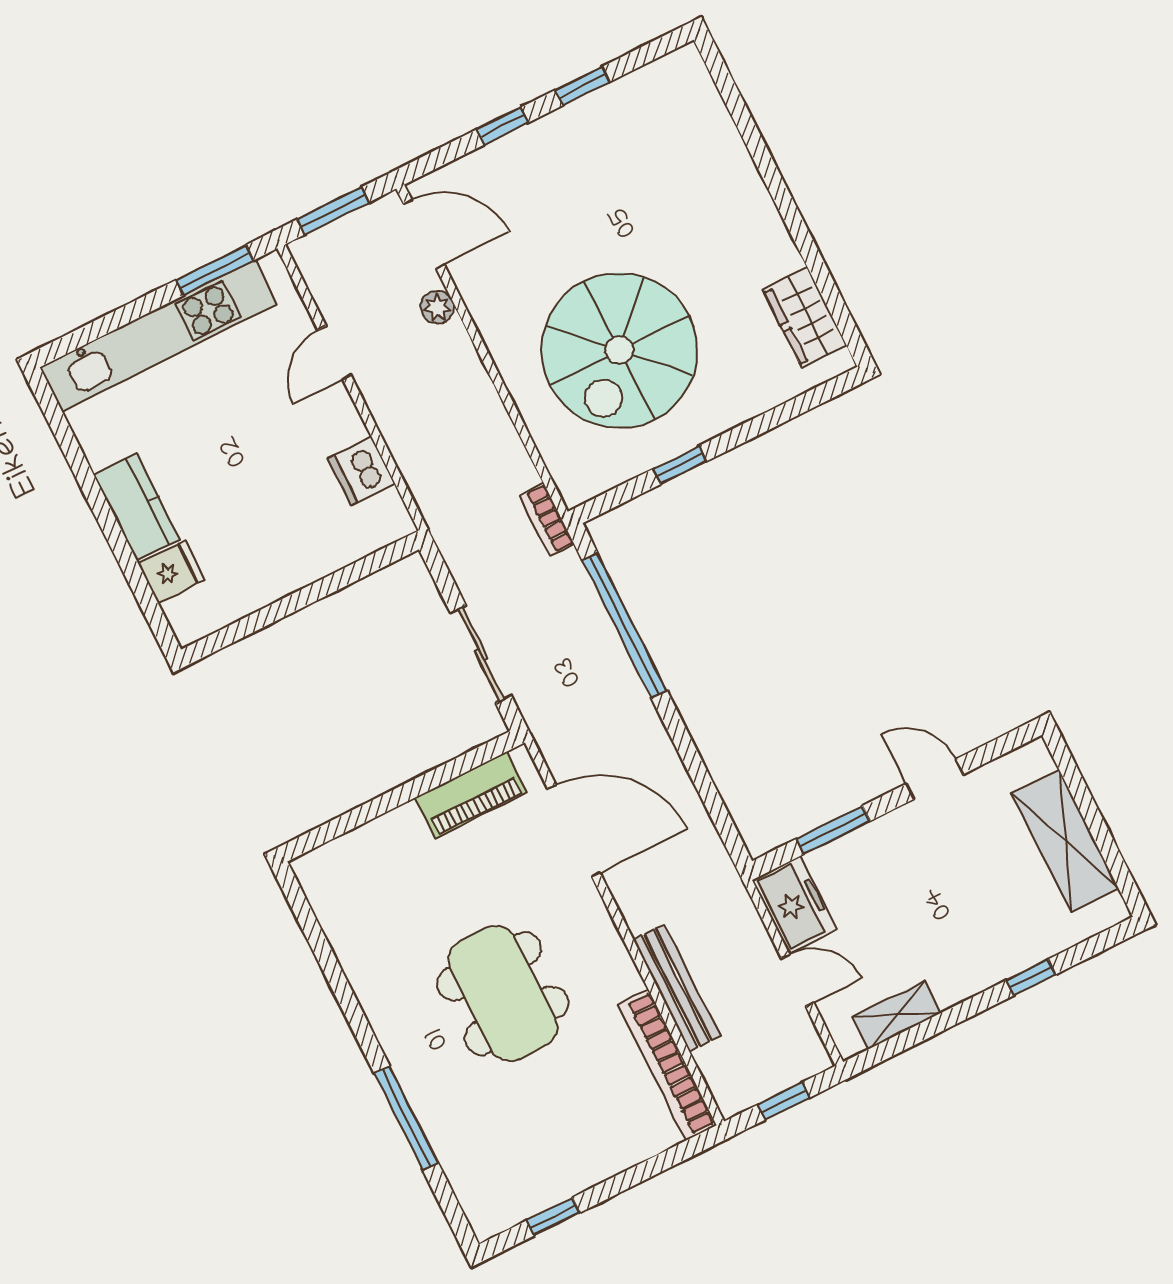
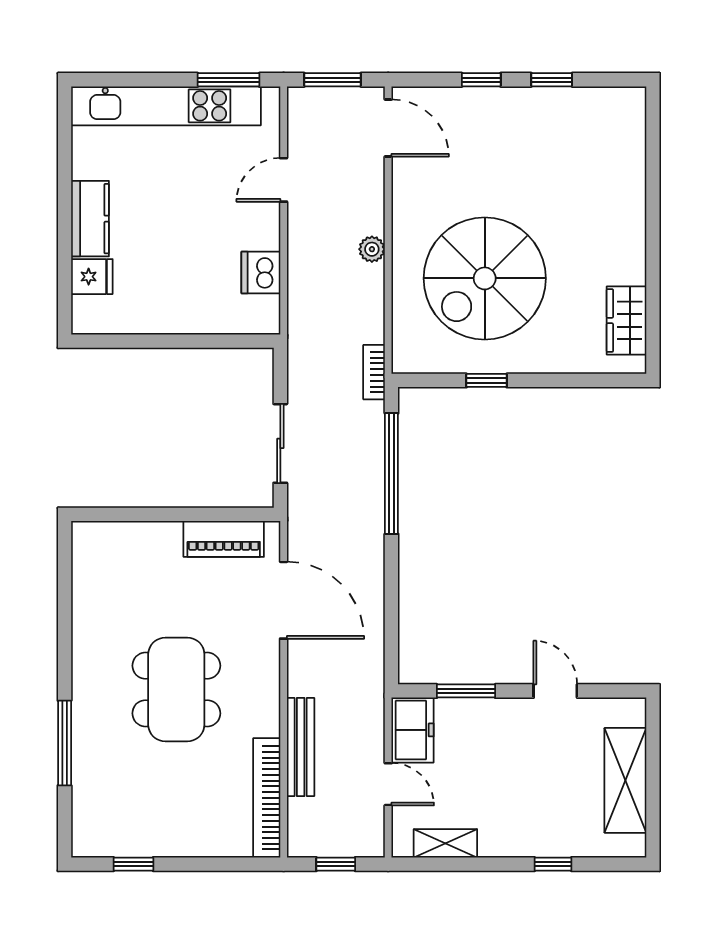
plant: (437, 307) -> (372, 249), moved

